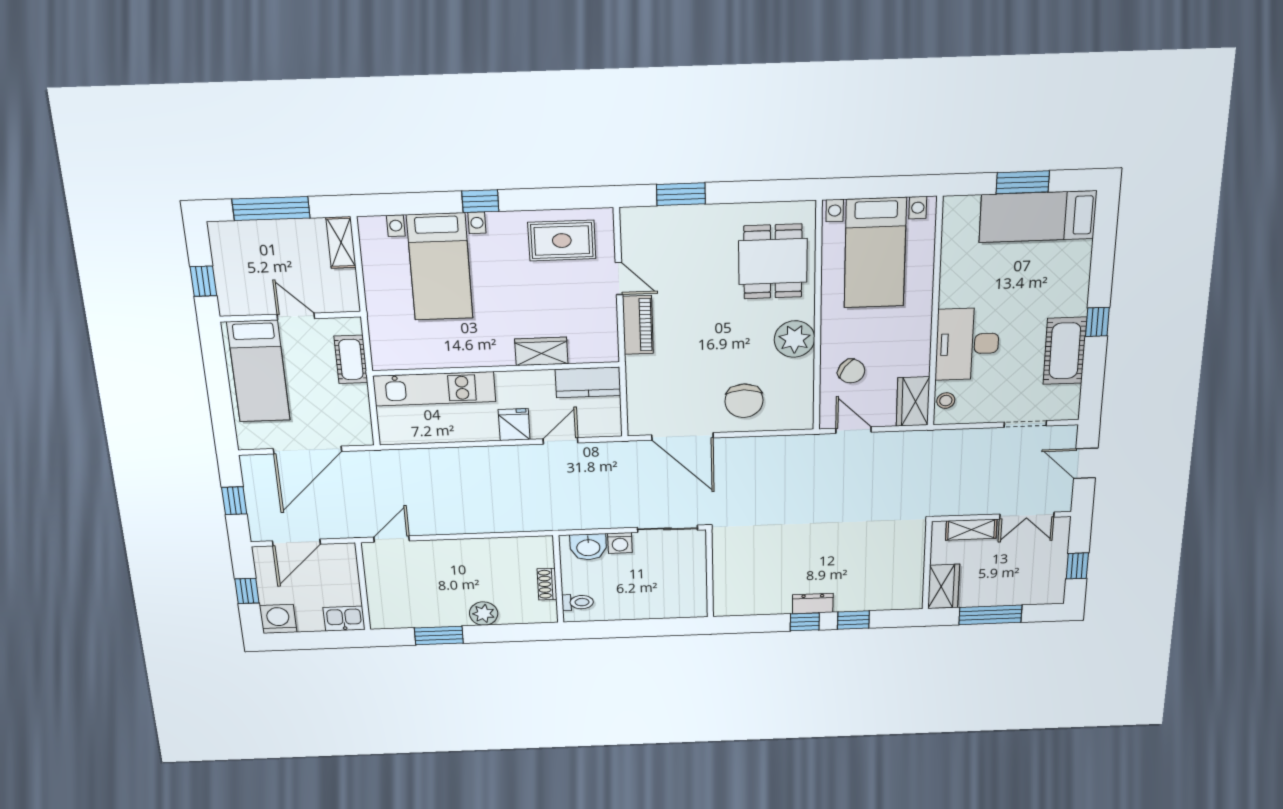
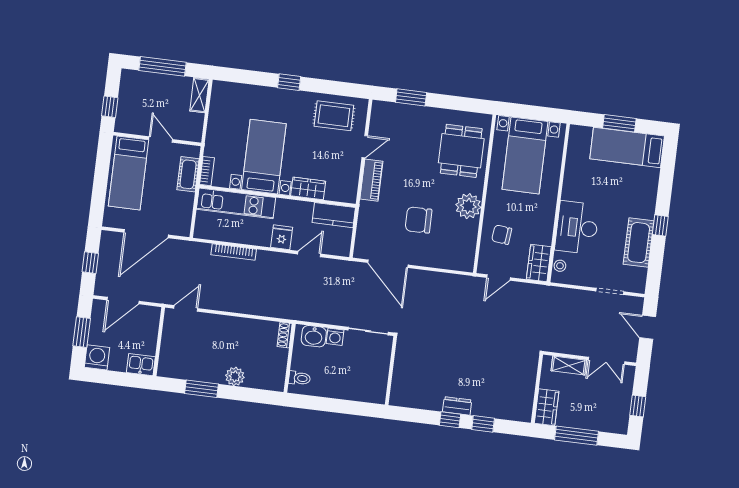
bed with nightstands: (440, 267) -> (264, 157), moved, turned 180
door: (619, 278) -> (365, 147), hinge flipped
bookcase: (379, 350) -> (207, 171), added
chair: (851, 371) -> (502, 235), turned 151
chair: (744, 401) -> (418, 220), moved, turned 89
door: (853, 430) -> (499, 278), swing flipped
bookcase: (446, 455) -> (234, 252), added
shoe rack: (547, 584) -> (285, 335), moved
window: (247, 591) -> (82, 332), width x1.50

